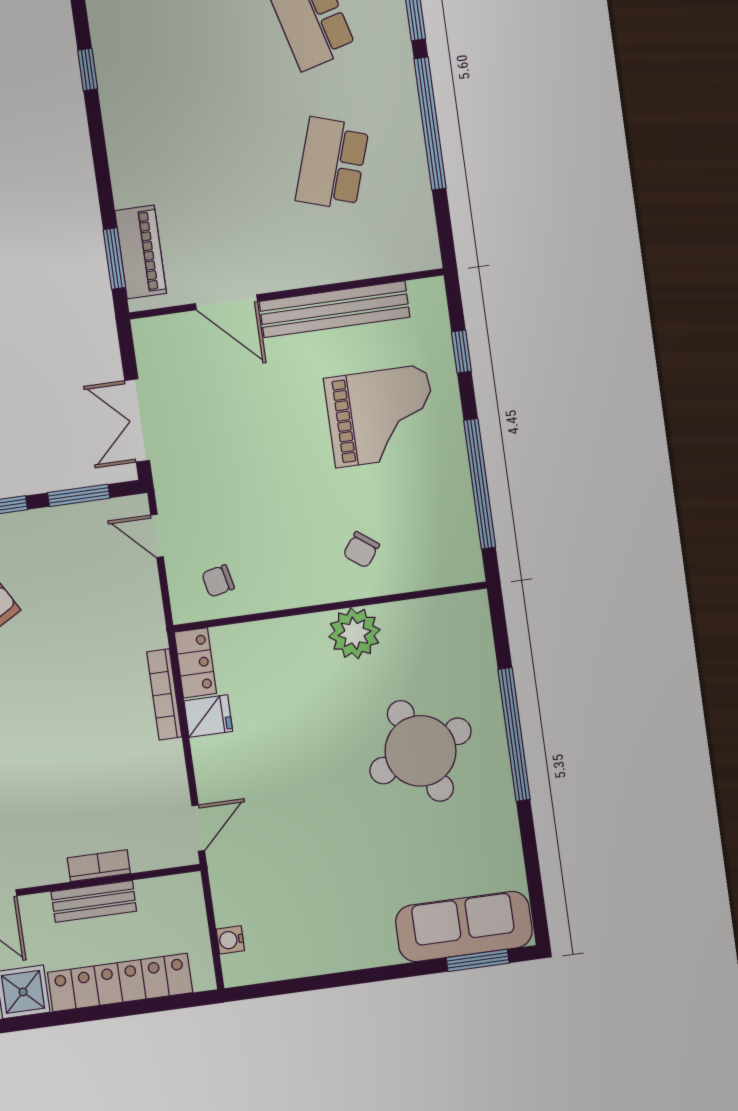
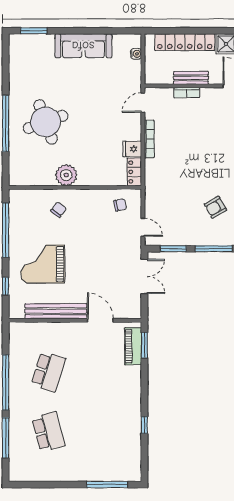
bookcase: (164, 694) -> (149, 139), moved
sofa: (464, 927) -> (83, 46), moved

